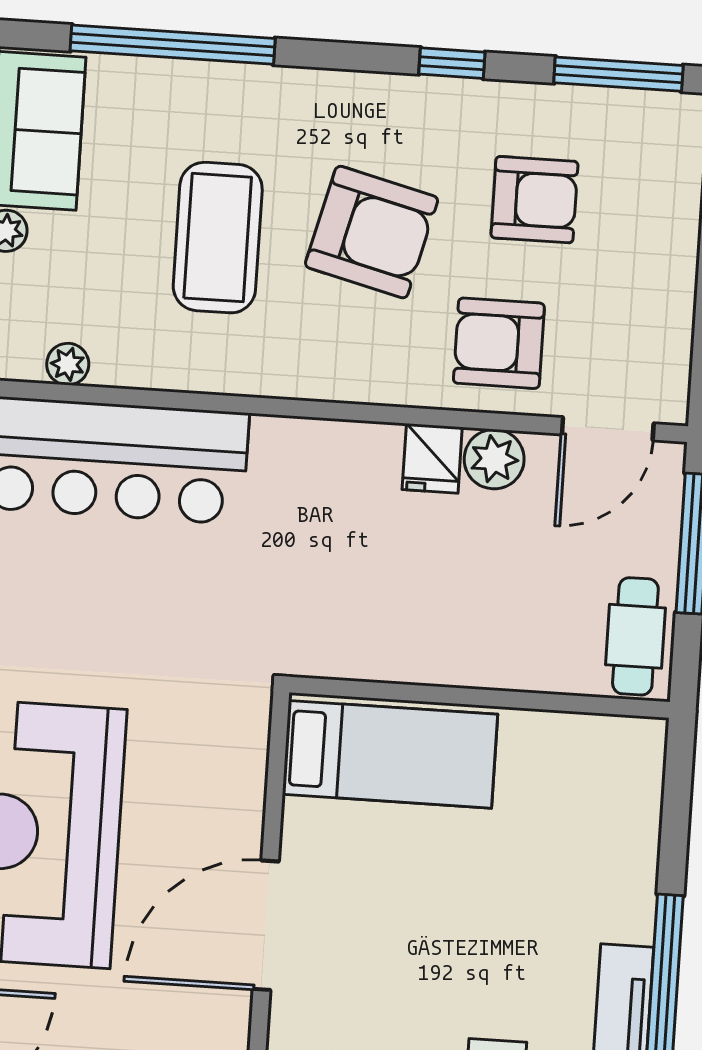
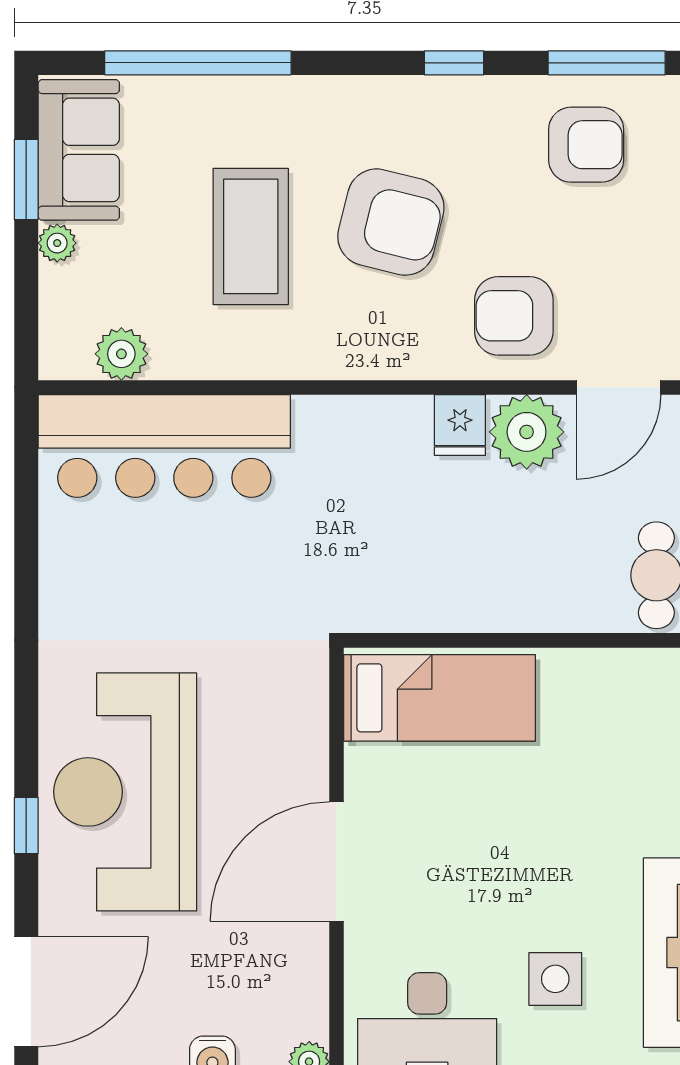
armchair: (534, 200) -> (586, 145), moved
plant: (68, 364) -> (121, 354), width x1.38, depth x1.38
plant: (494, 459) -> (527, 432), width x1.36, depth x1.36

